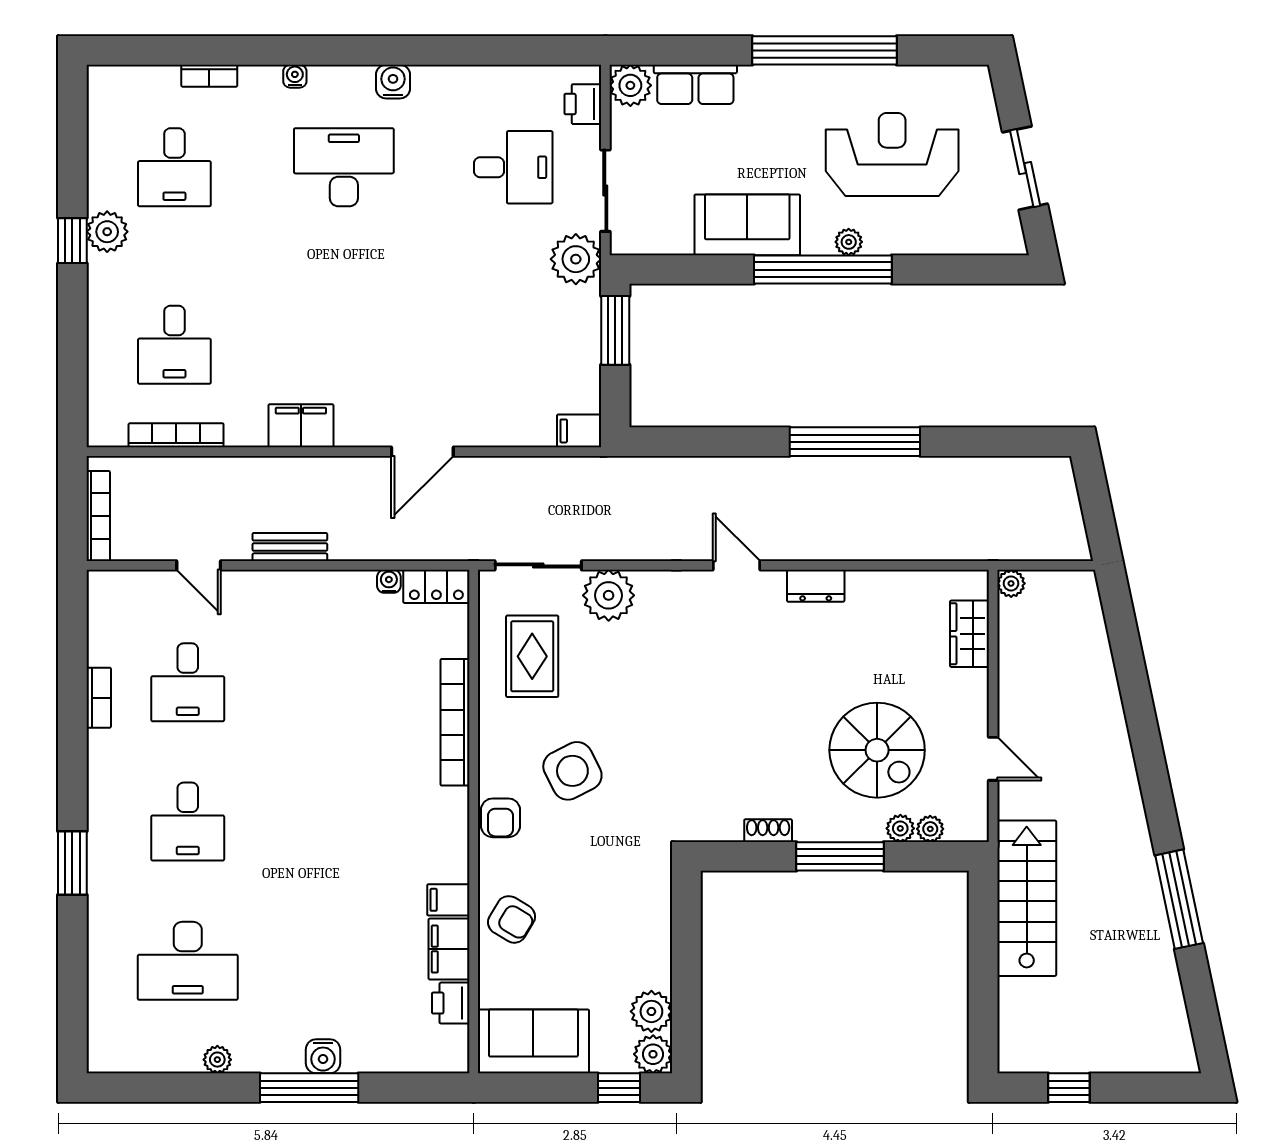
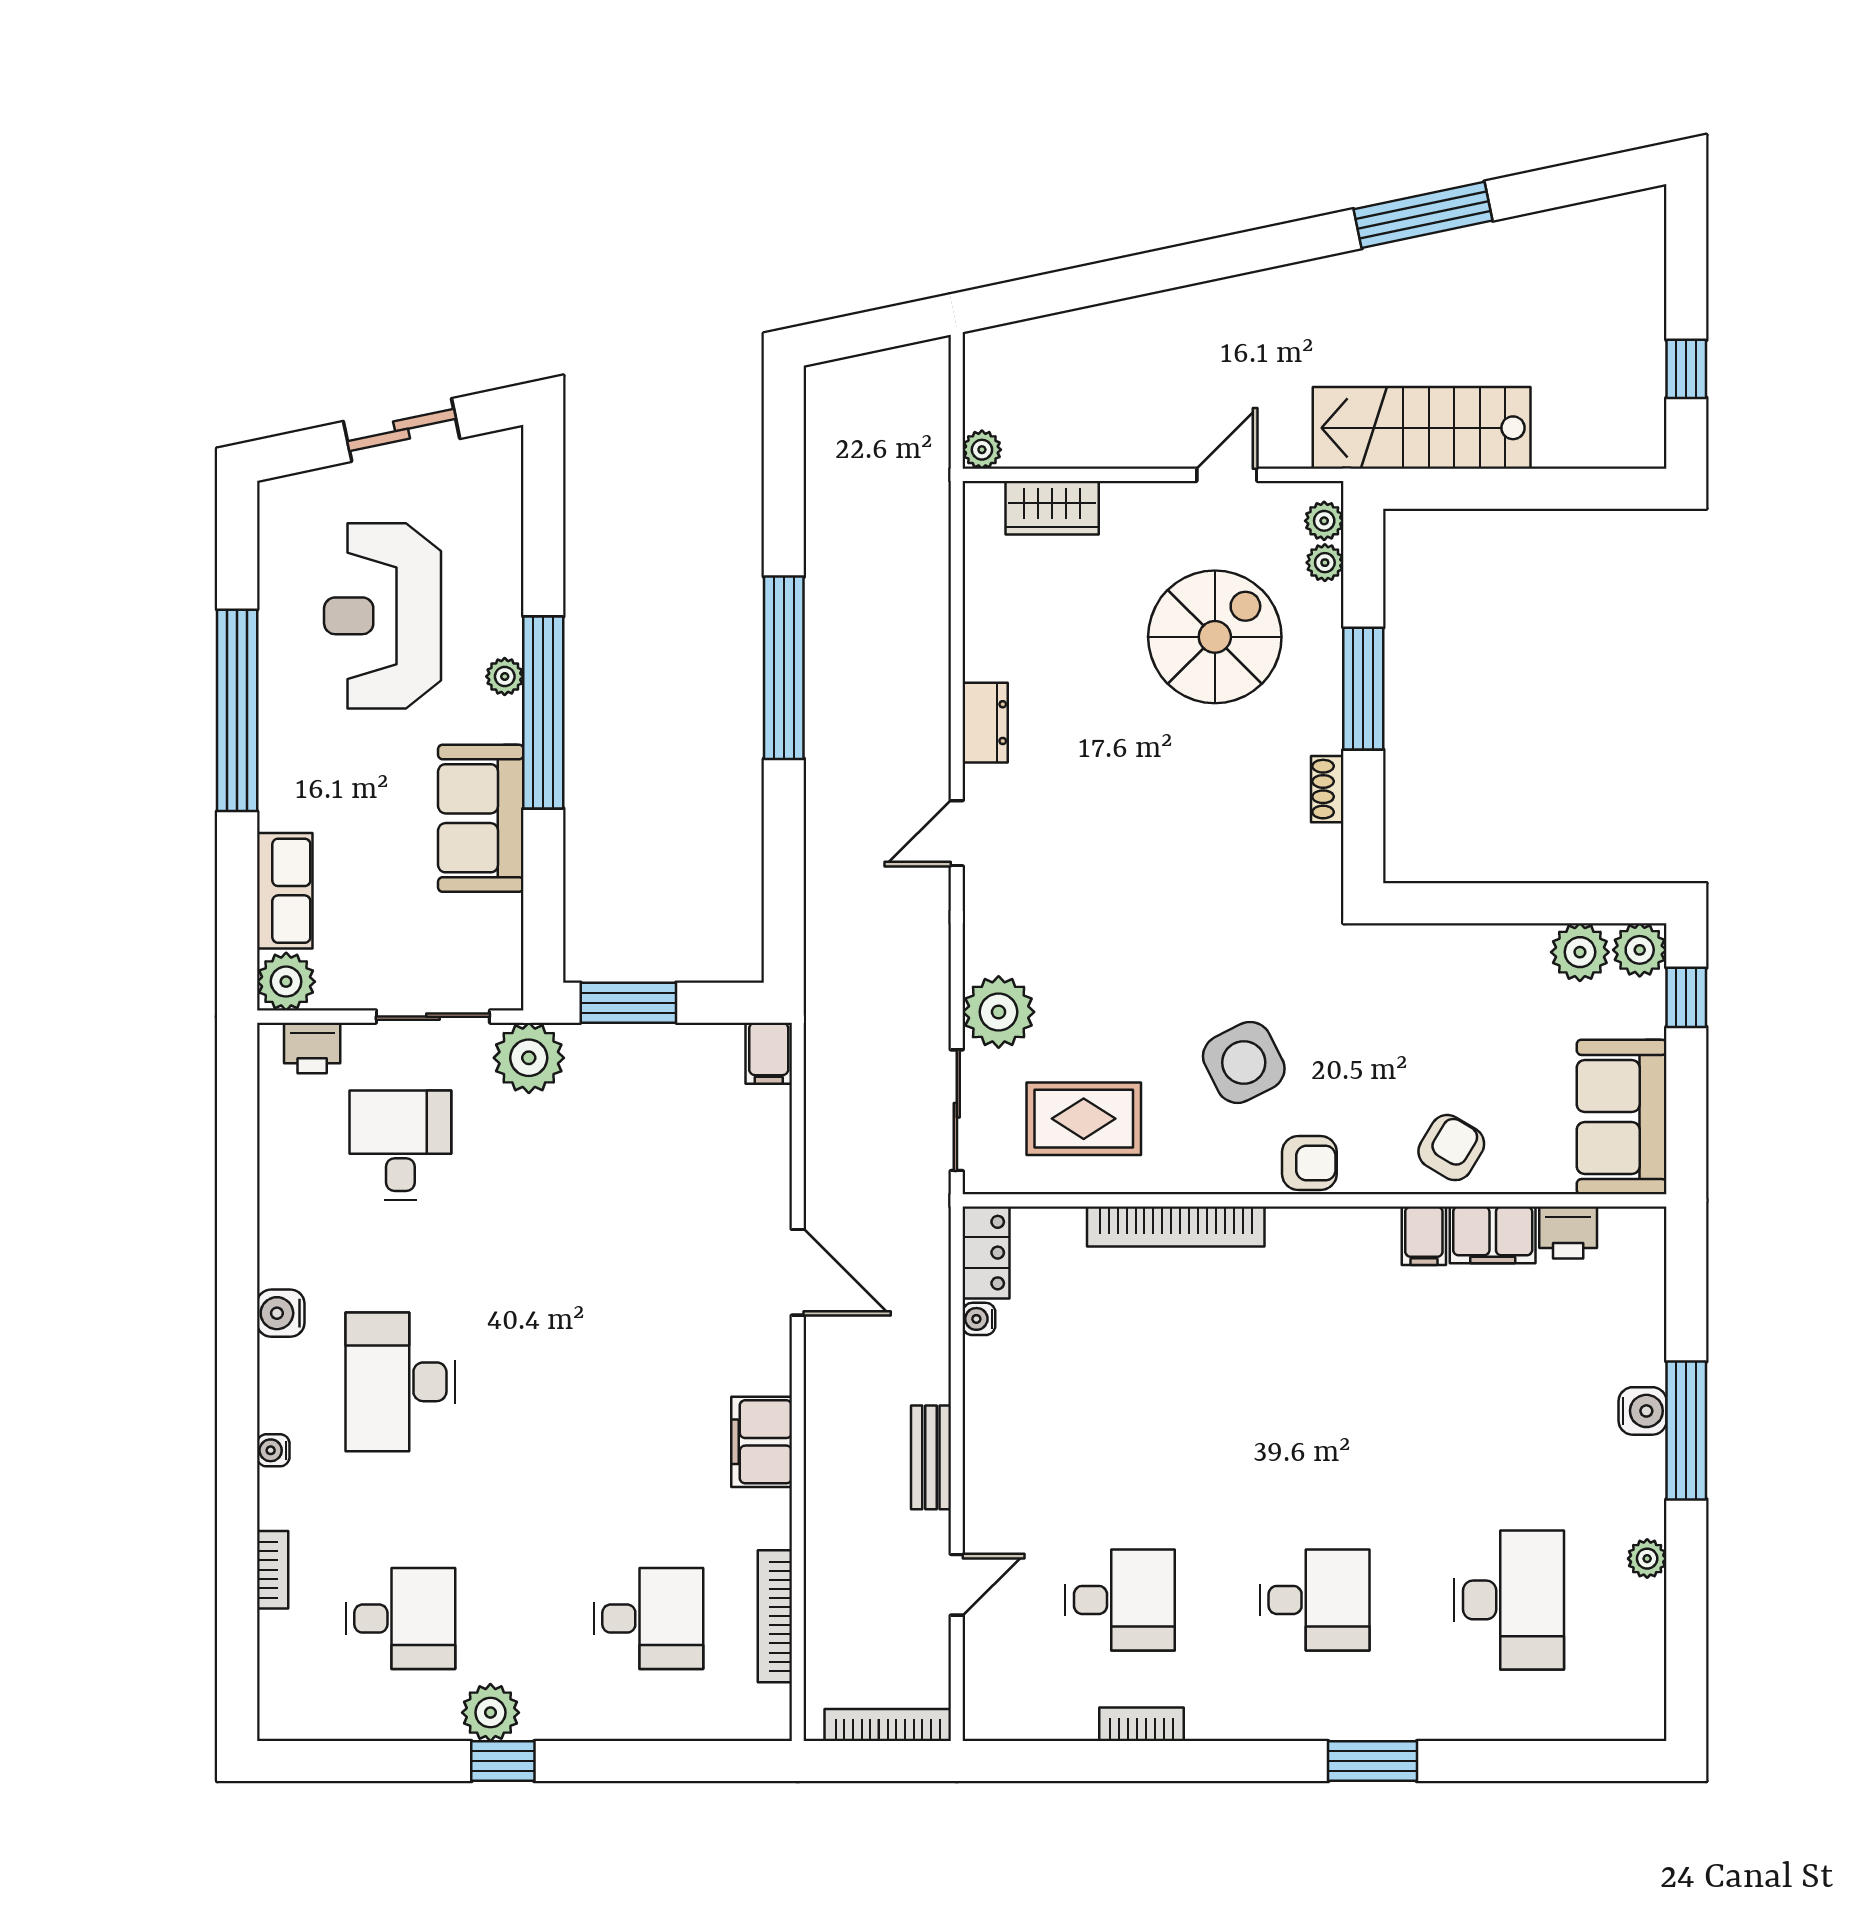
plant: (900, 828) -> (1324, 521), moved

